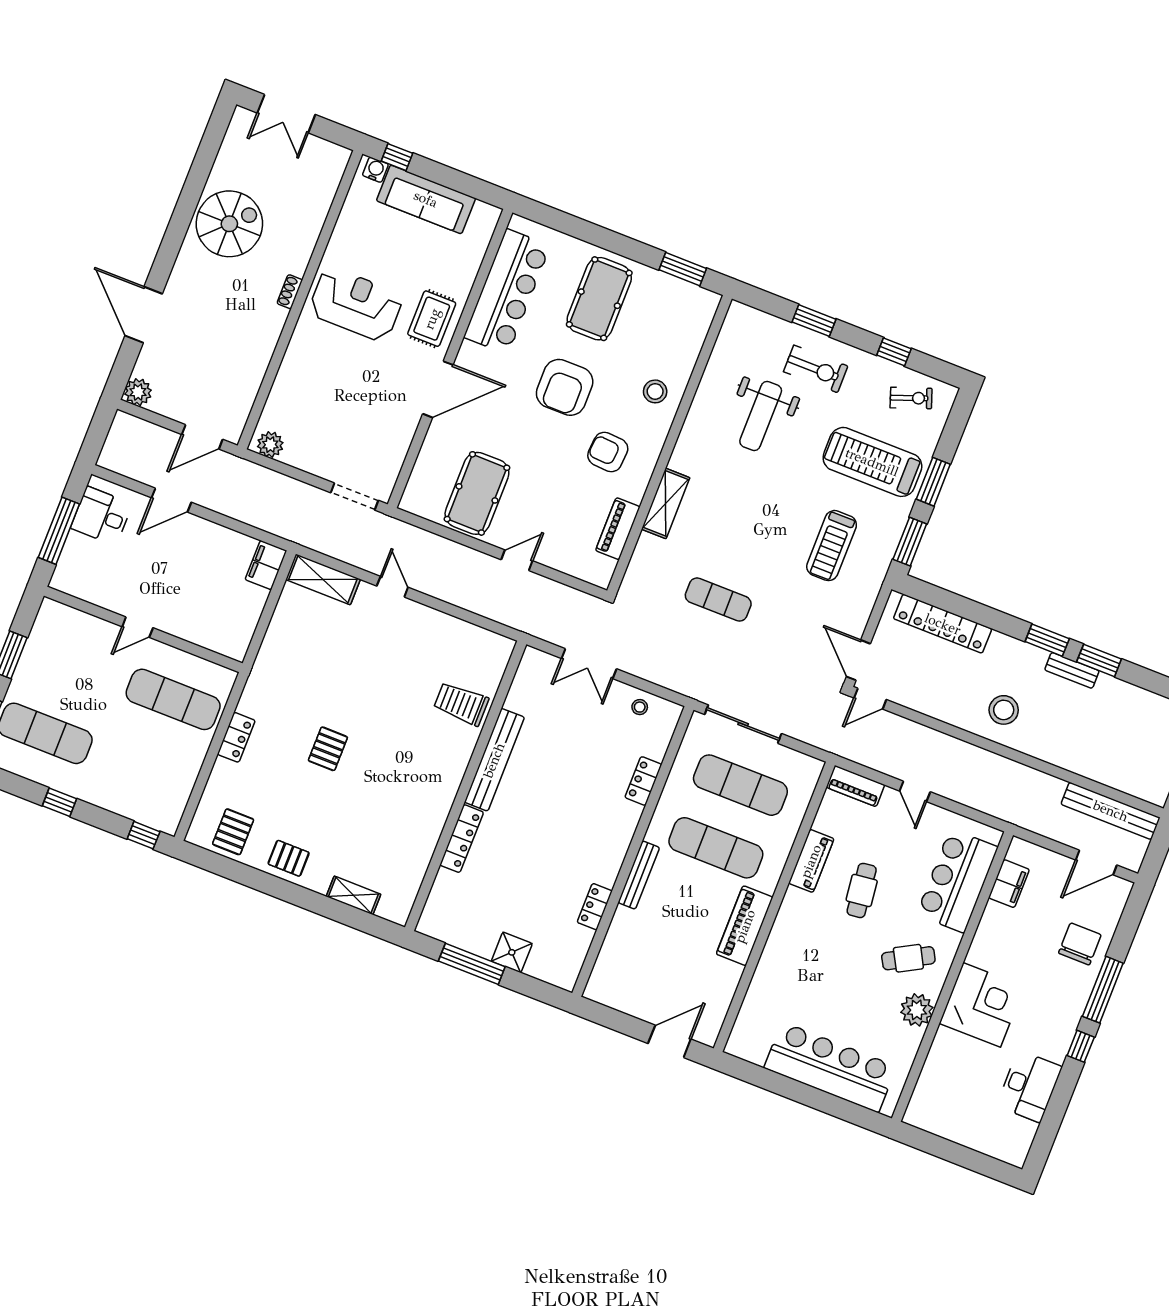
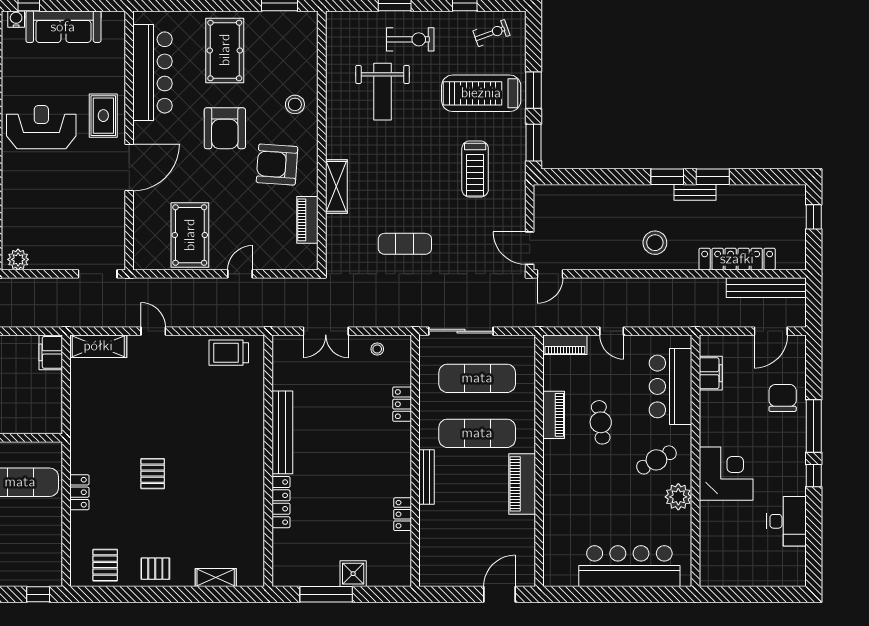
armchair: (608, 452) -> (277, 165), width x1.36, depth x1.36
locker: (943, 624) -> (737, 259), moved, turned 180
trolley: (461, 704) -> (229, 353), moved

